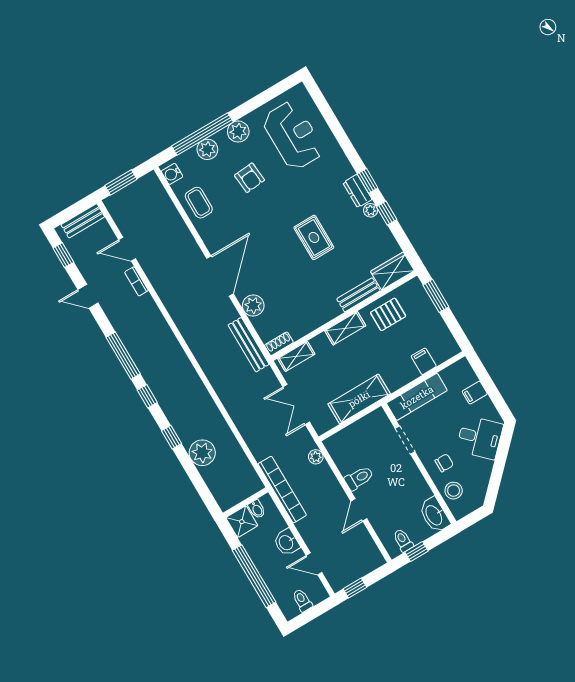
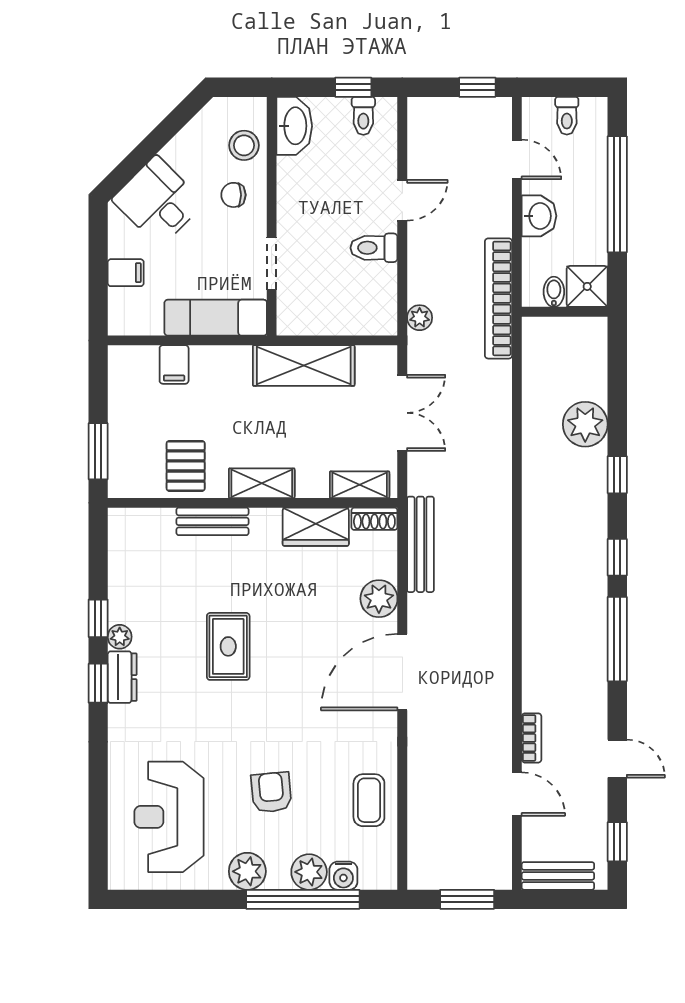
water cooler: (172, 174) -> (343, 876), moved, turned 90
wardrobe: (392, 271) -> (316, 527), moved
pallet: (388, 314) -> (186, 466), turned 90

